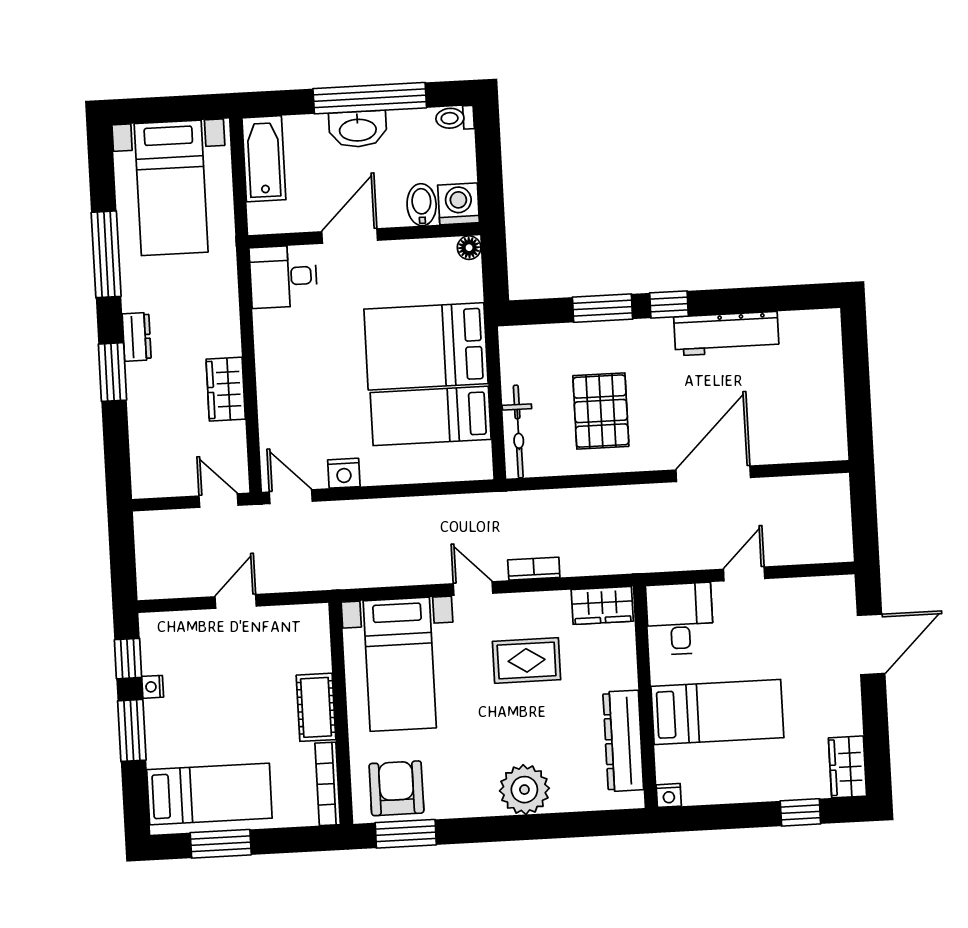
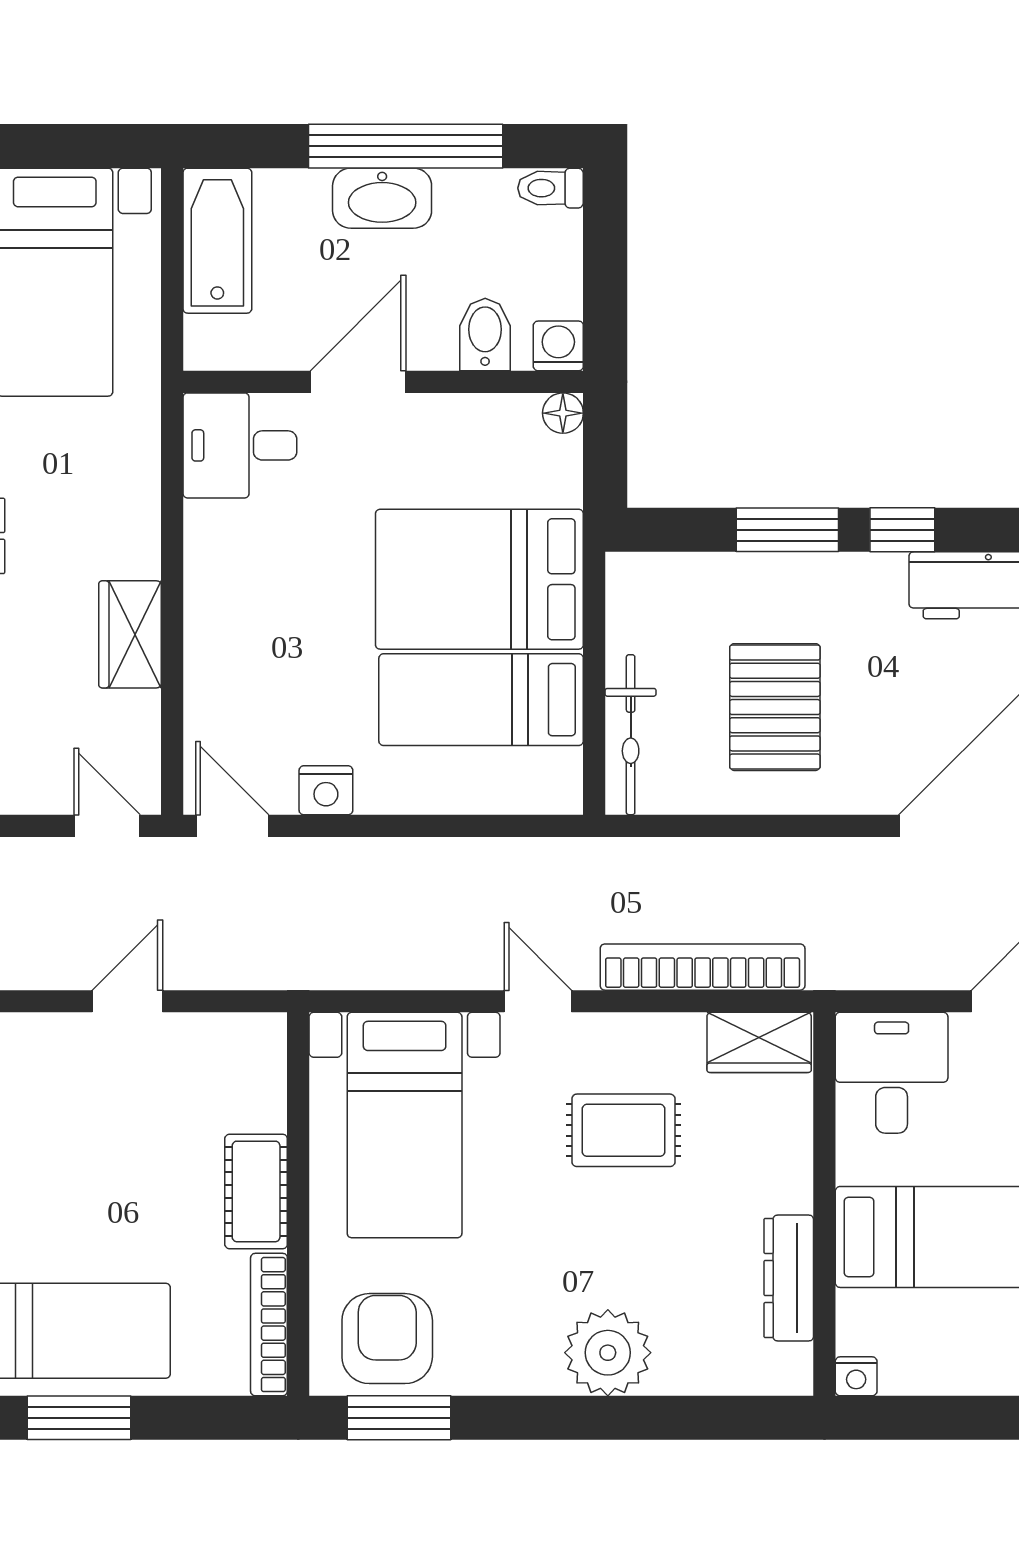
washing machine: (459, 204) -> (558, 346), width x0.73, depth x0.73
bookcase: (534, 569) -> (703, 967), width x2.31, depth x1.31
dresser: (623, 741) -> (789, 1278), width x0.73, depth x0.80

